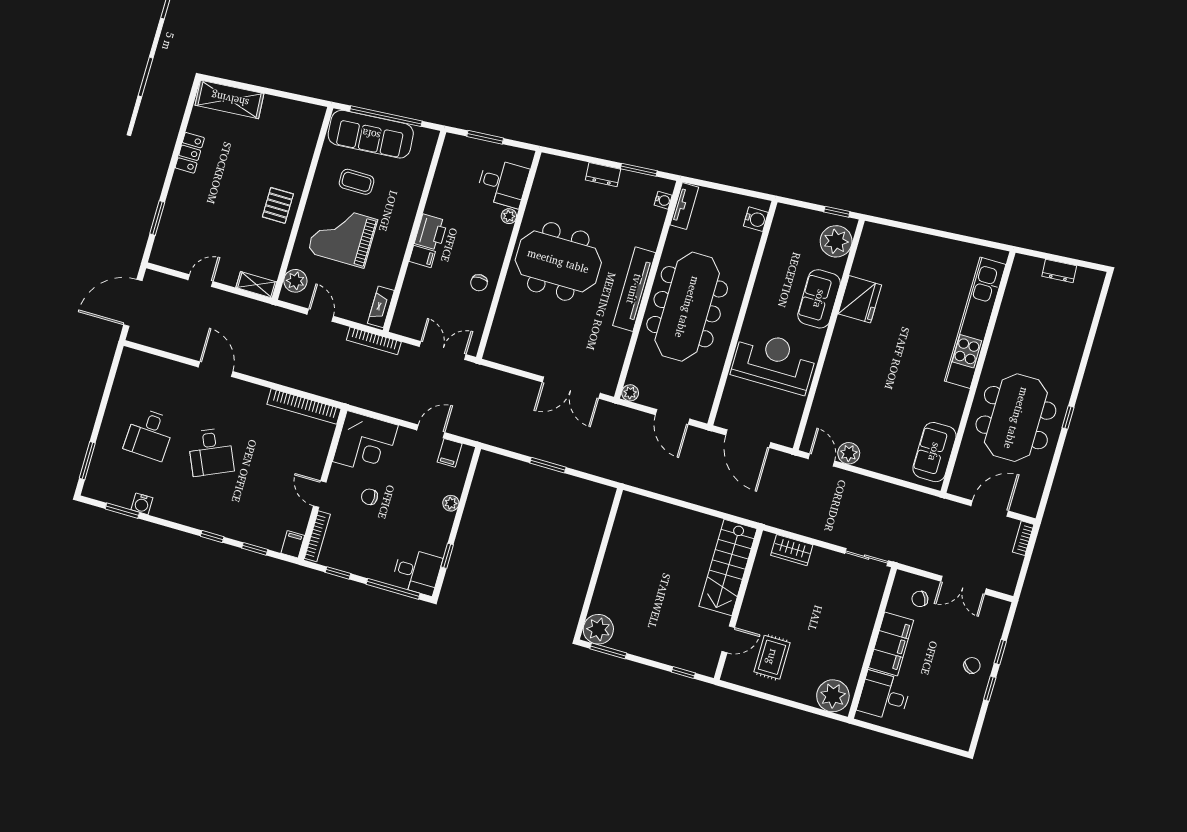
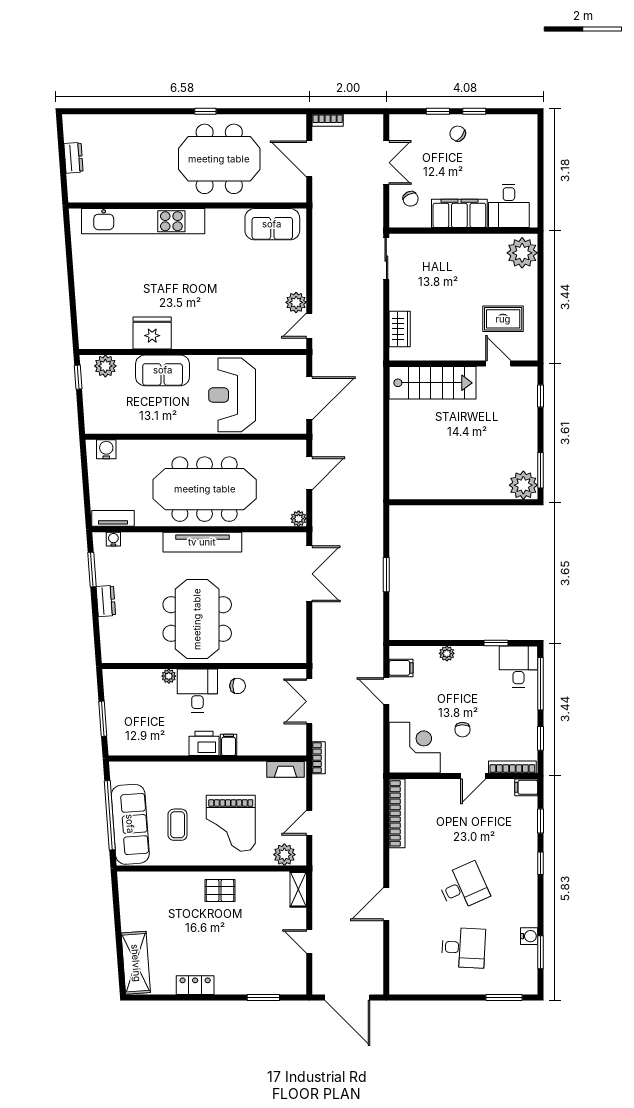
desk: (503, 183) -> (197, 690), moved
plant: (836, 241) -> (105, 366), width x0.73, depth x0.73
bookcase: (374, 341) -> (319, 758), width x0.64

